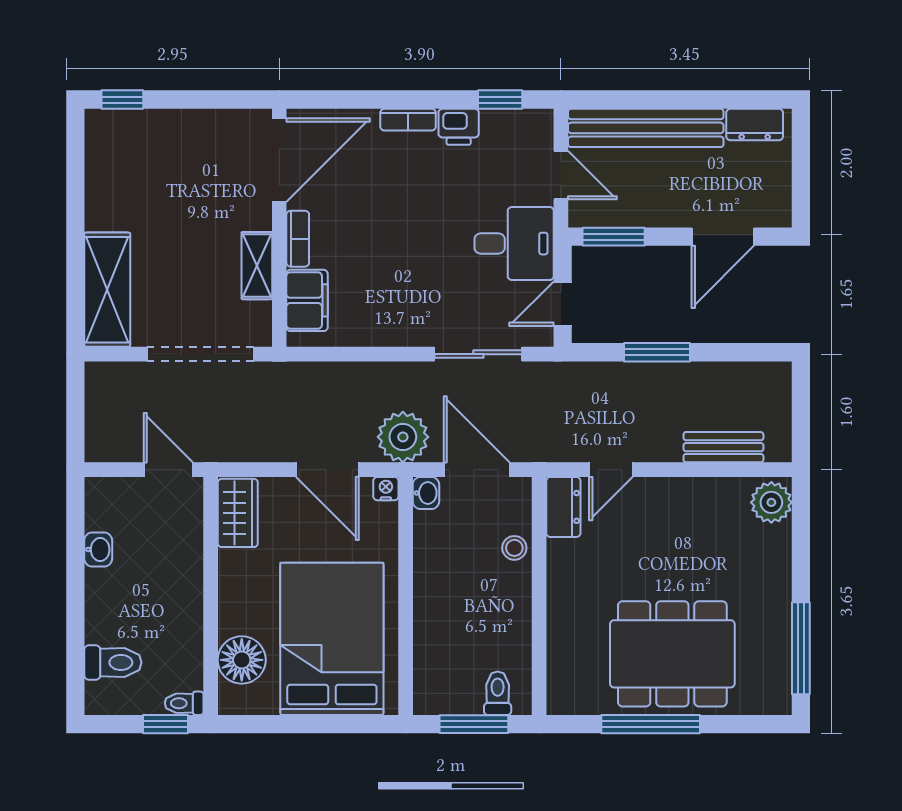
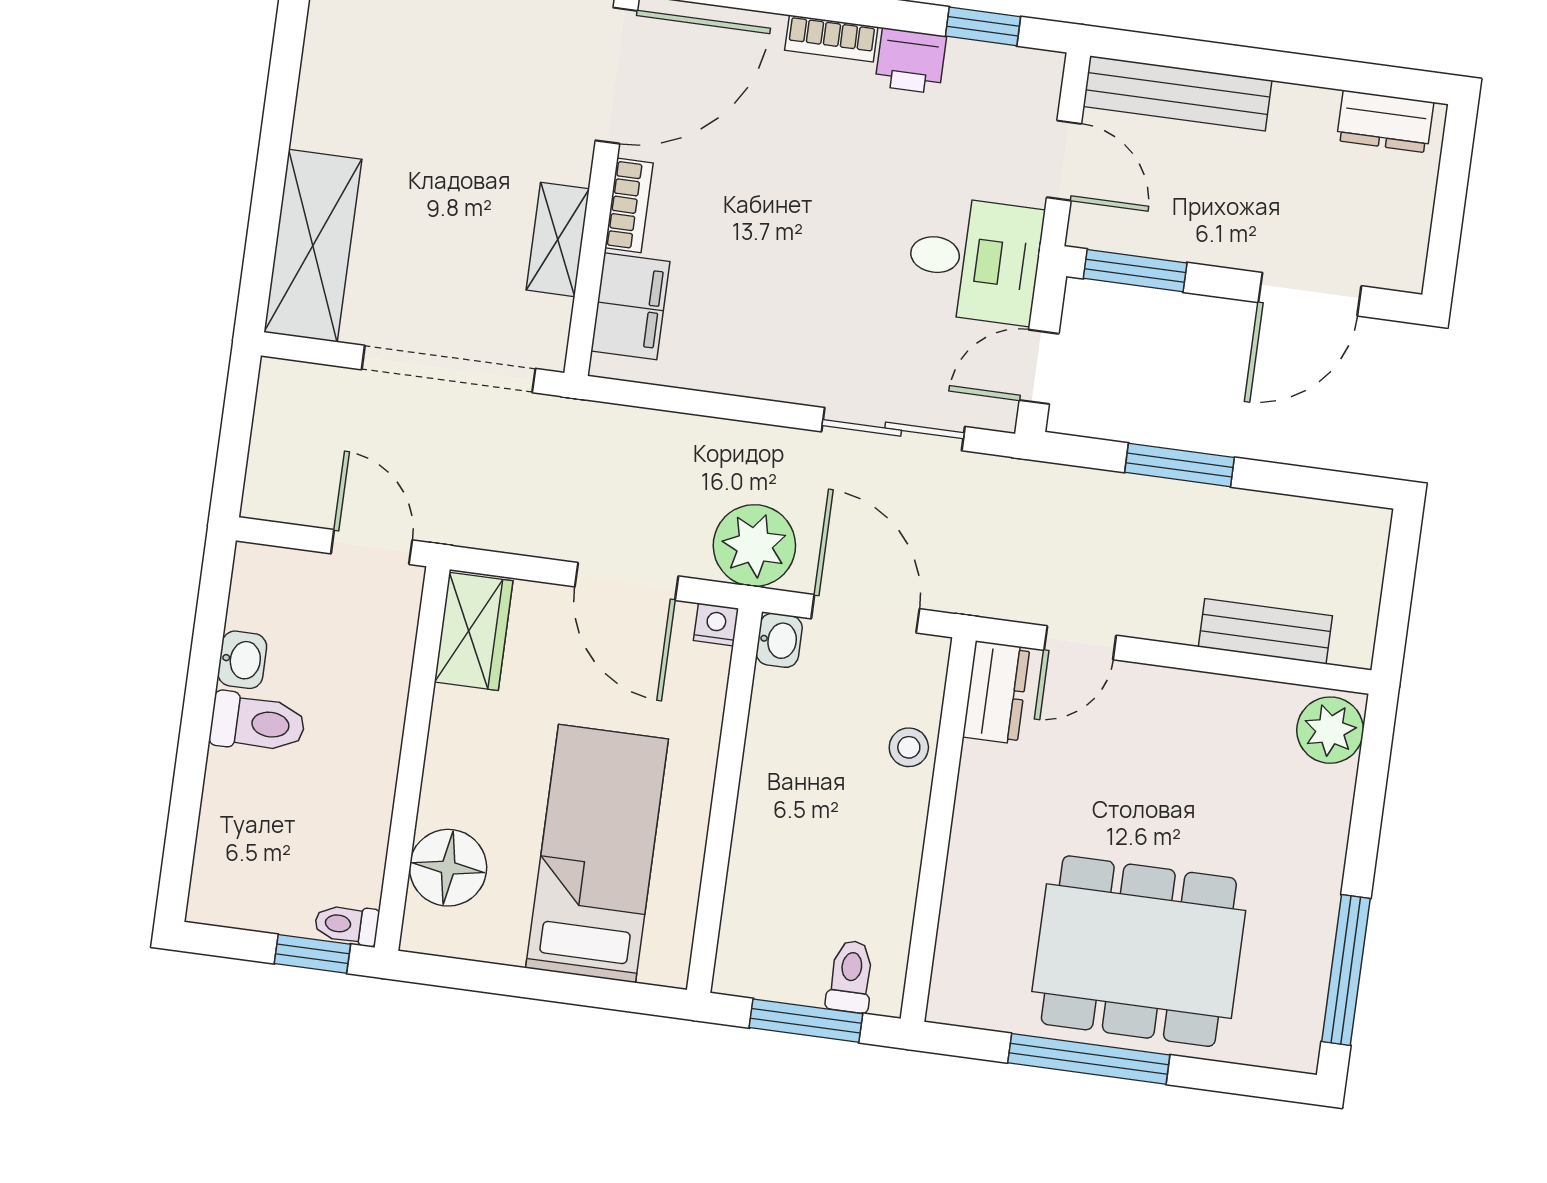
bench: (646, 128) -> (1178, 93), width x0.73, depth x0.82
bed: (332, 639) -> (597, 854), width x0.67
toilet: (113, 662) -> (258, 723), moved

